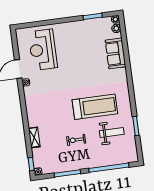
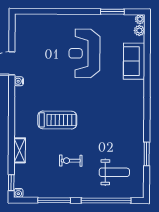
reception desk: (43, 50) -> (84, 53), moved
treadmill: (95, 107) -> (57, 120), moved, width x0.73, depth x0.73
weight bench: (112, 133) -> (114, 172), moved

